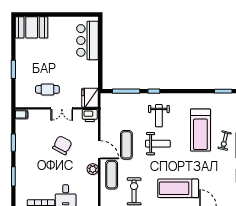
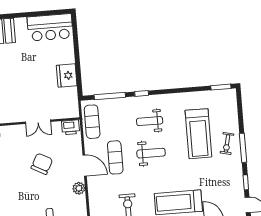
bar counter: (87, 40) -> (50, 27), moved, turned -90
cafe table: (47, 89) -> (20, 101), removed
fridge: (90, 98) -> (67, 75), moved
weight bench: (159, 116) -> (150, 121), turned 90
exercise mat: (112, 175) -> (92, 122), moved

